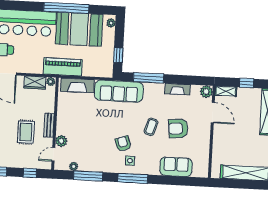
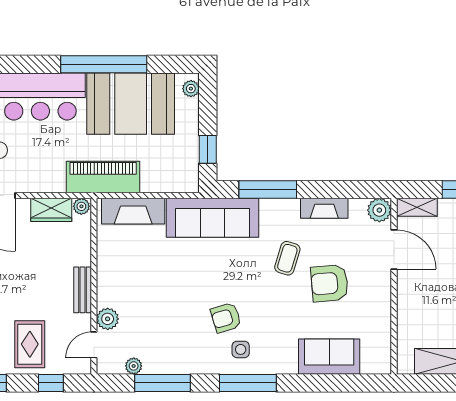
coffee table: (151, 127) -> (287, 258), moved
rug: (26, 132) -> (30, 344), moved
armchair: (123, 144) -> (226, 318), turned -88

